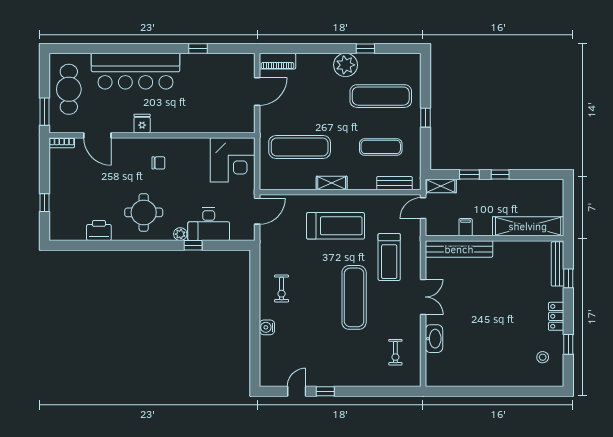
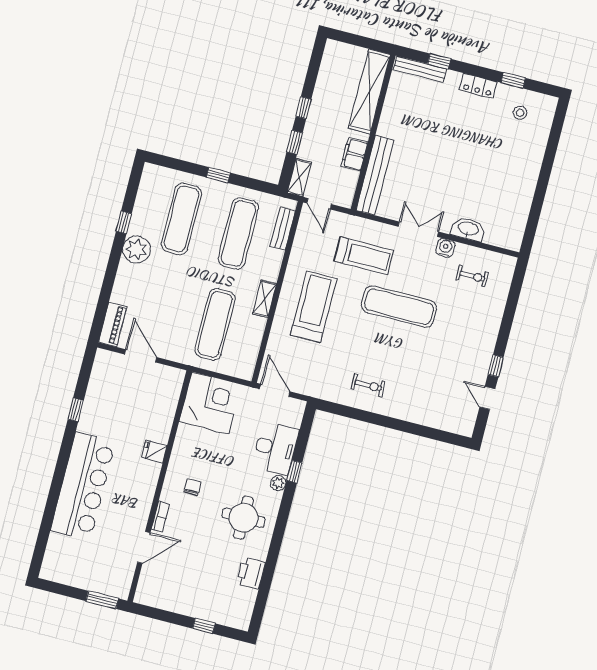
cafe table: (69, 89) -> (84, 566), removed
fridge: (142, 124) -> (154, 452), moved
bookcase: (62, 143) -> (161, 517), moved
exercise mat: (381, 147) -> (238, 234), width x1.36, depth x1.45
filing cabinet: (466, 227) -> (354, 154), width x2.00
water cooler: (267, 327) -> (445, 248), moved, turned 180

